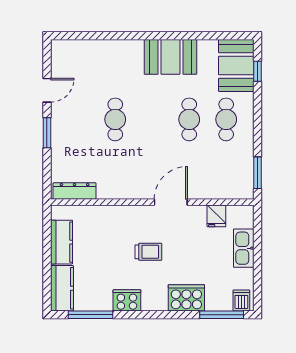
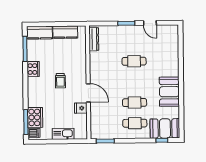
fridge: (216, 216) -> (81, 108), moved
cooker: (186, 298) -> (35, 117), moved

